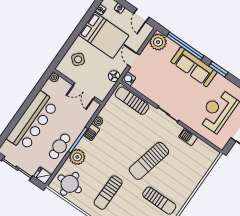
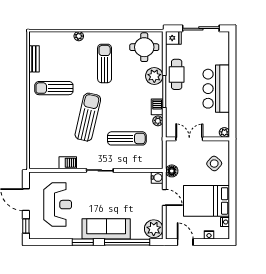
sun lounger: (132, 101) -> (127, 138), moved
bar counter: (33, 121) -> (216, 89), width x0.73

